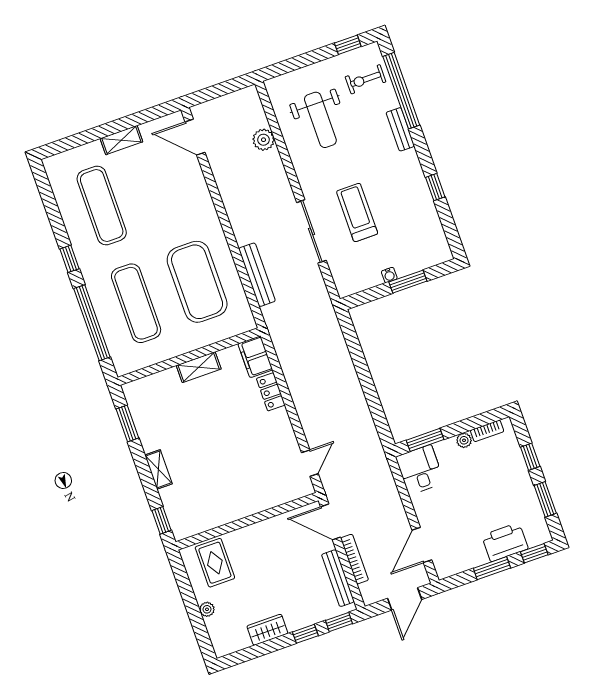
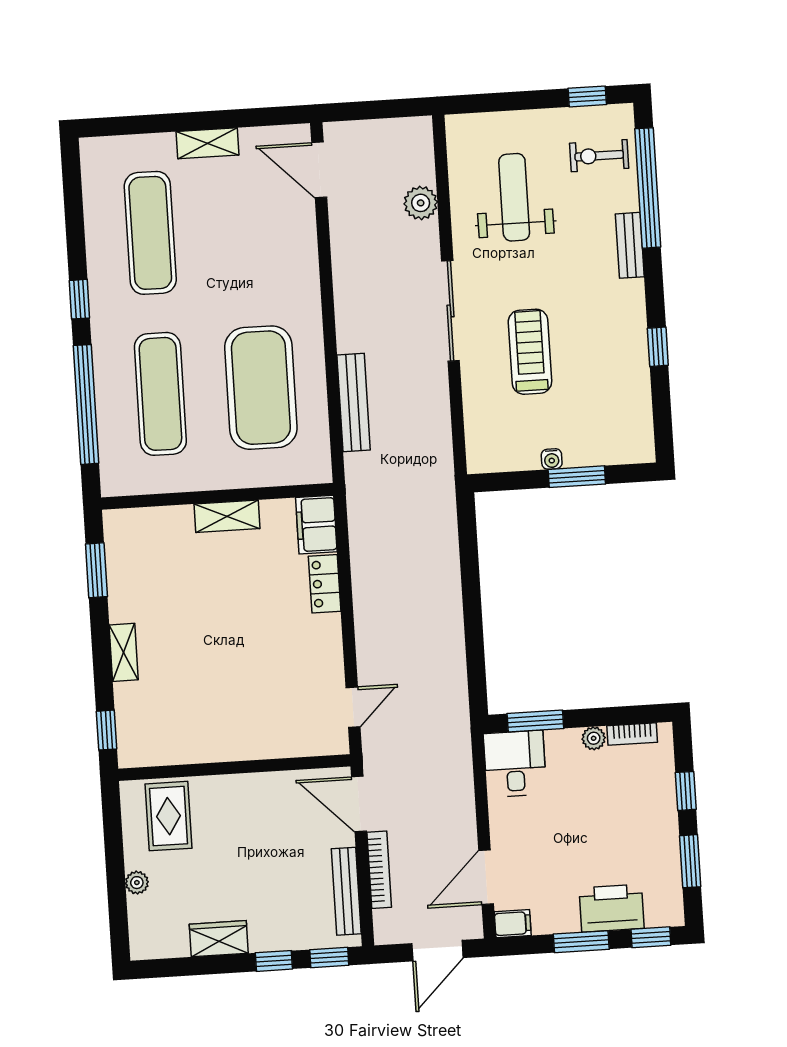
weight bench: (320, 120) -> (514, 197), turned 180
sliding door: (311, 231) -> (450, 311), moved
filing cabinet: (446, 569) -> (513, 924), added

